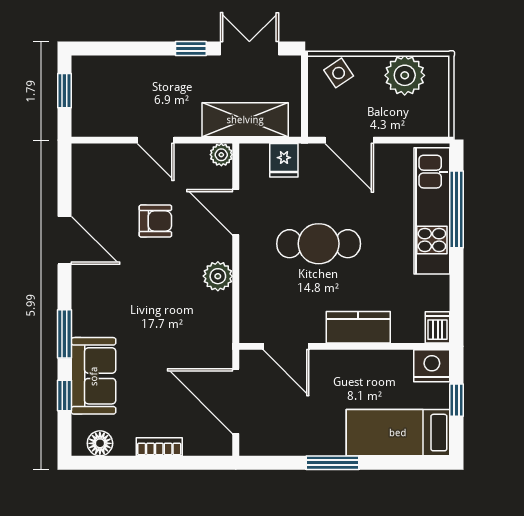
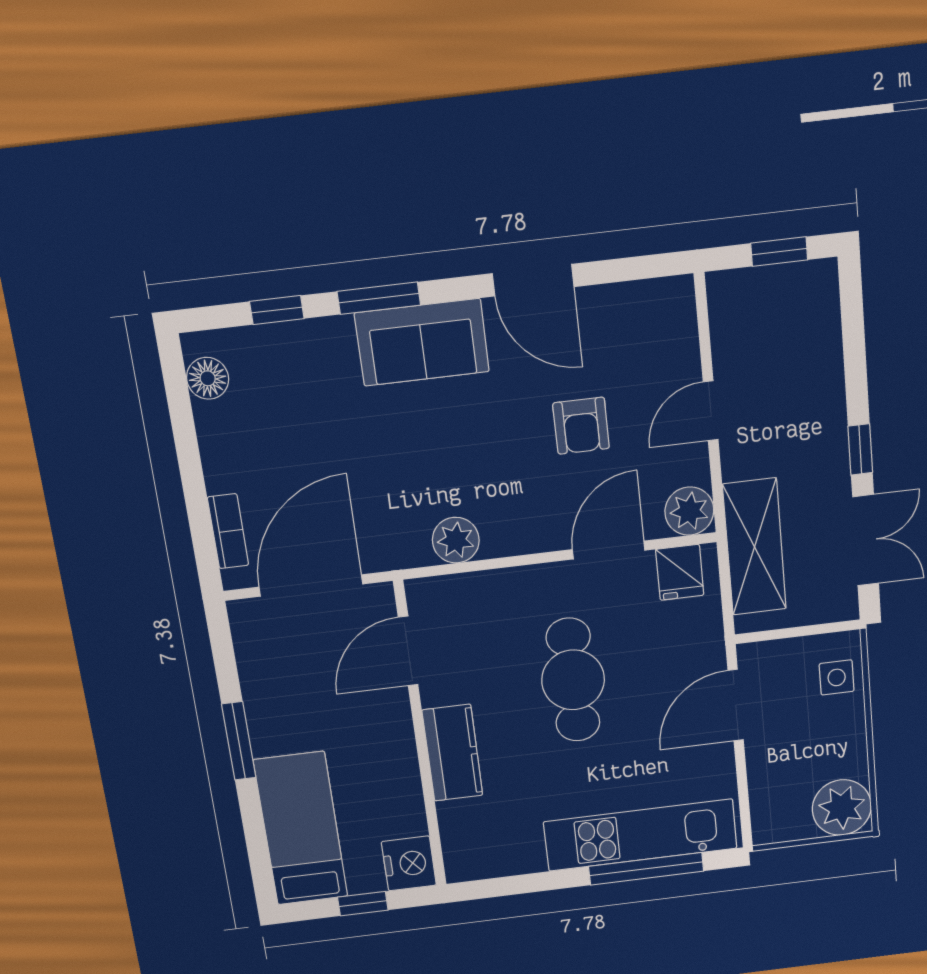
side table: (339, 73) -> (837, 677), turned 34
plant: (405, 75) -> (842, 808), moved
plant: (221, 155) -> (689, 511), width x1.38, depth x1.38
fridge: (284, 160) -> (680, 572), moved, turned -90
door: (64, 240) -> (533, 280), hinge flipped
plant: (218, 276) -> (456, 540), moved
dishwasher: (438, 327) -> (468, 864), removed
sofa: (94, 376) -> (422, 342), moved
bookcase: (159, 447) -> (228, 531), moved

